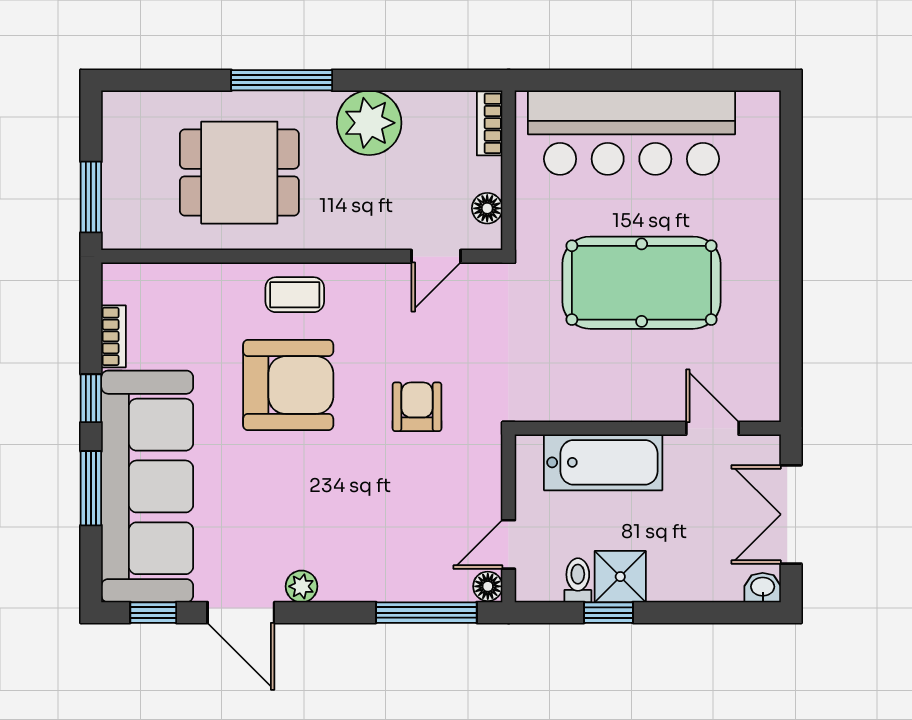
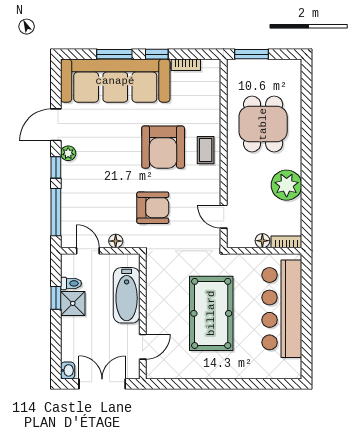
window: (282, 80) -> (307, 144), removed
floor lamp: (487, 208) -> (262, 241), moved
armchair: (417, 407) -> (153, 208), width x1.38, depth x1.38
floor lamp: (488, 586) -> (116, 241), moved
window: (153, 613) -> (56, 167), moved

